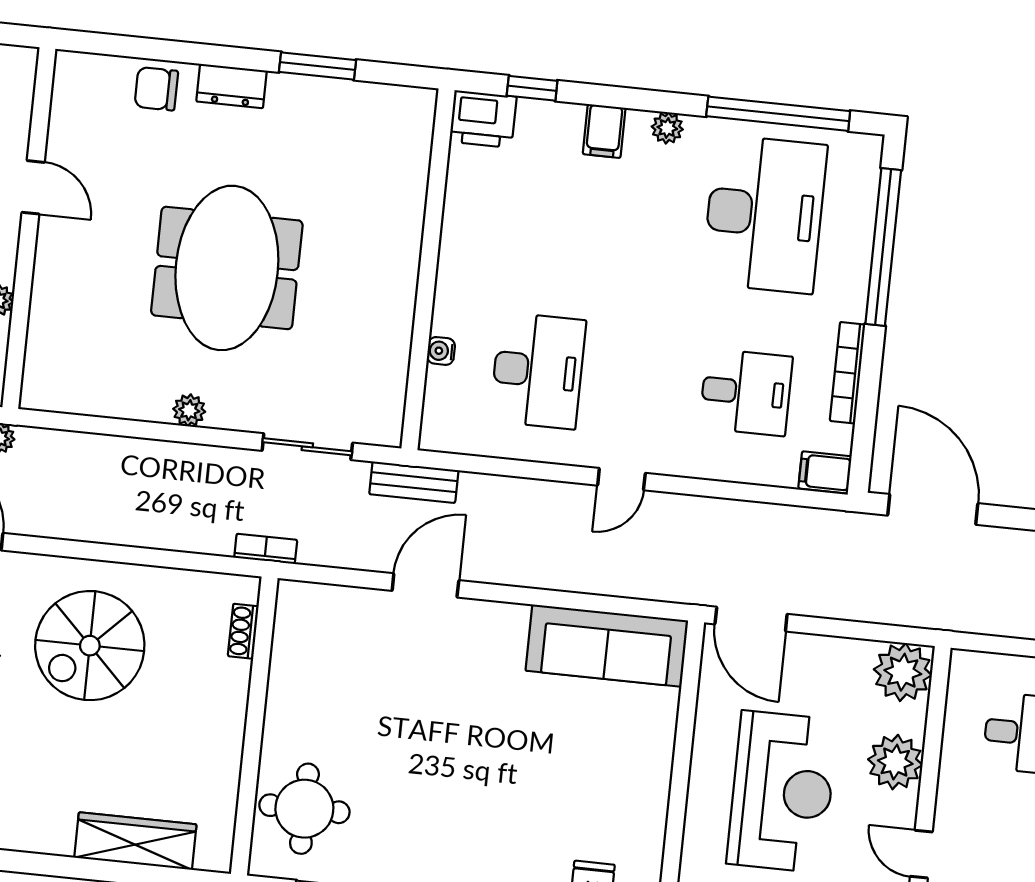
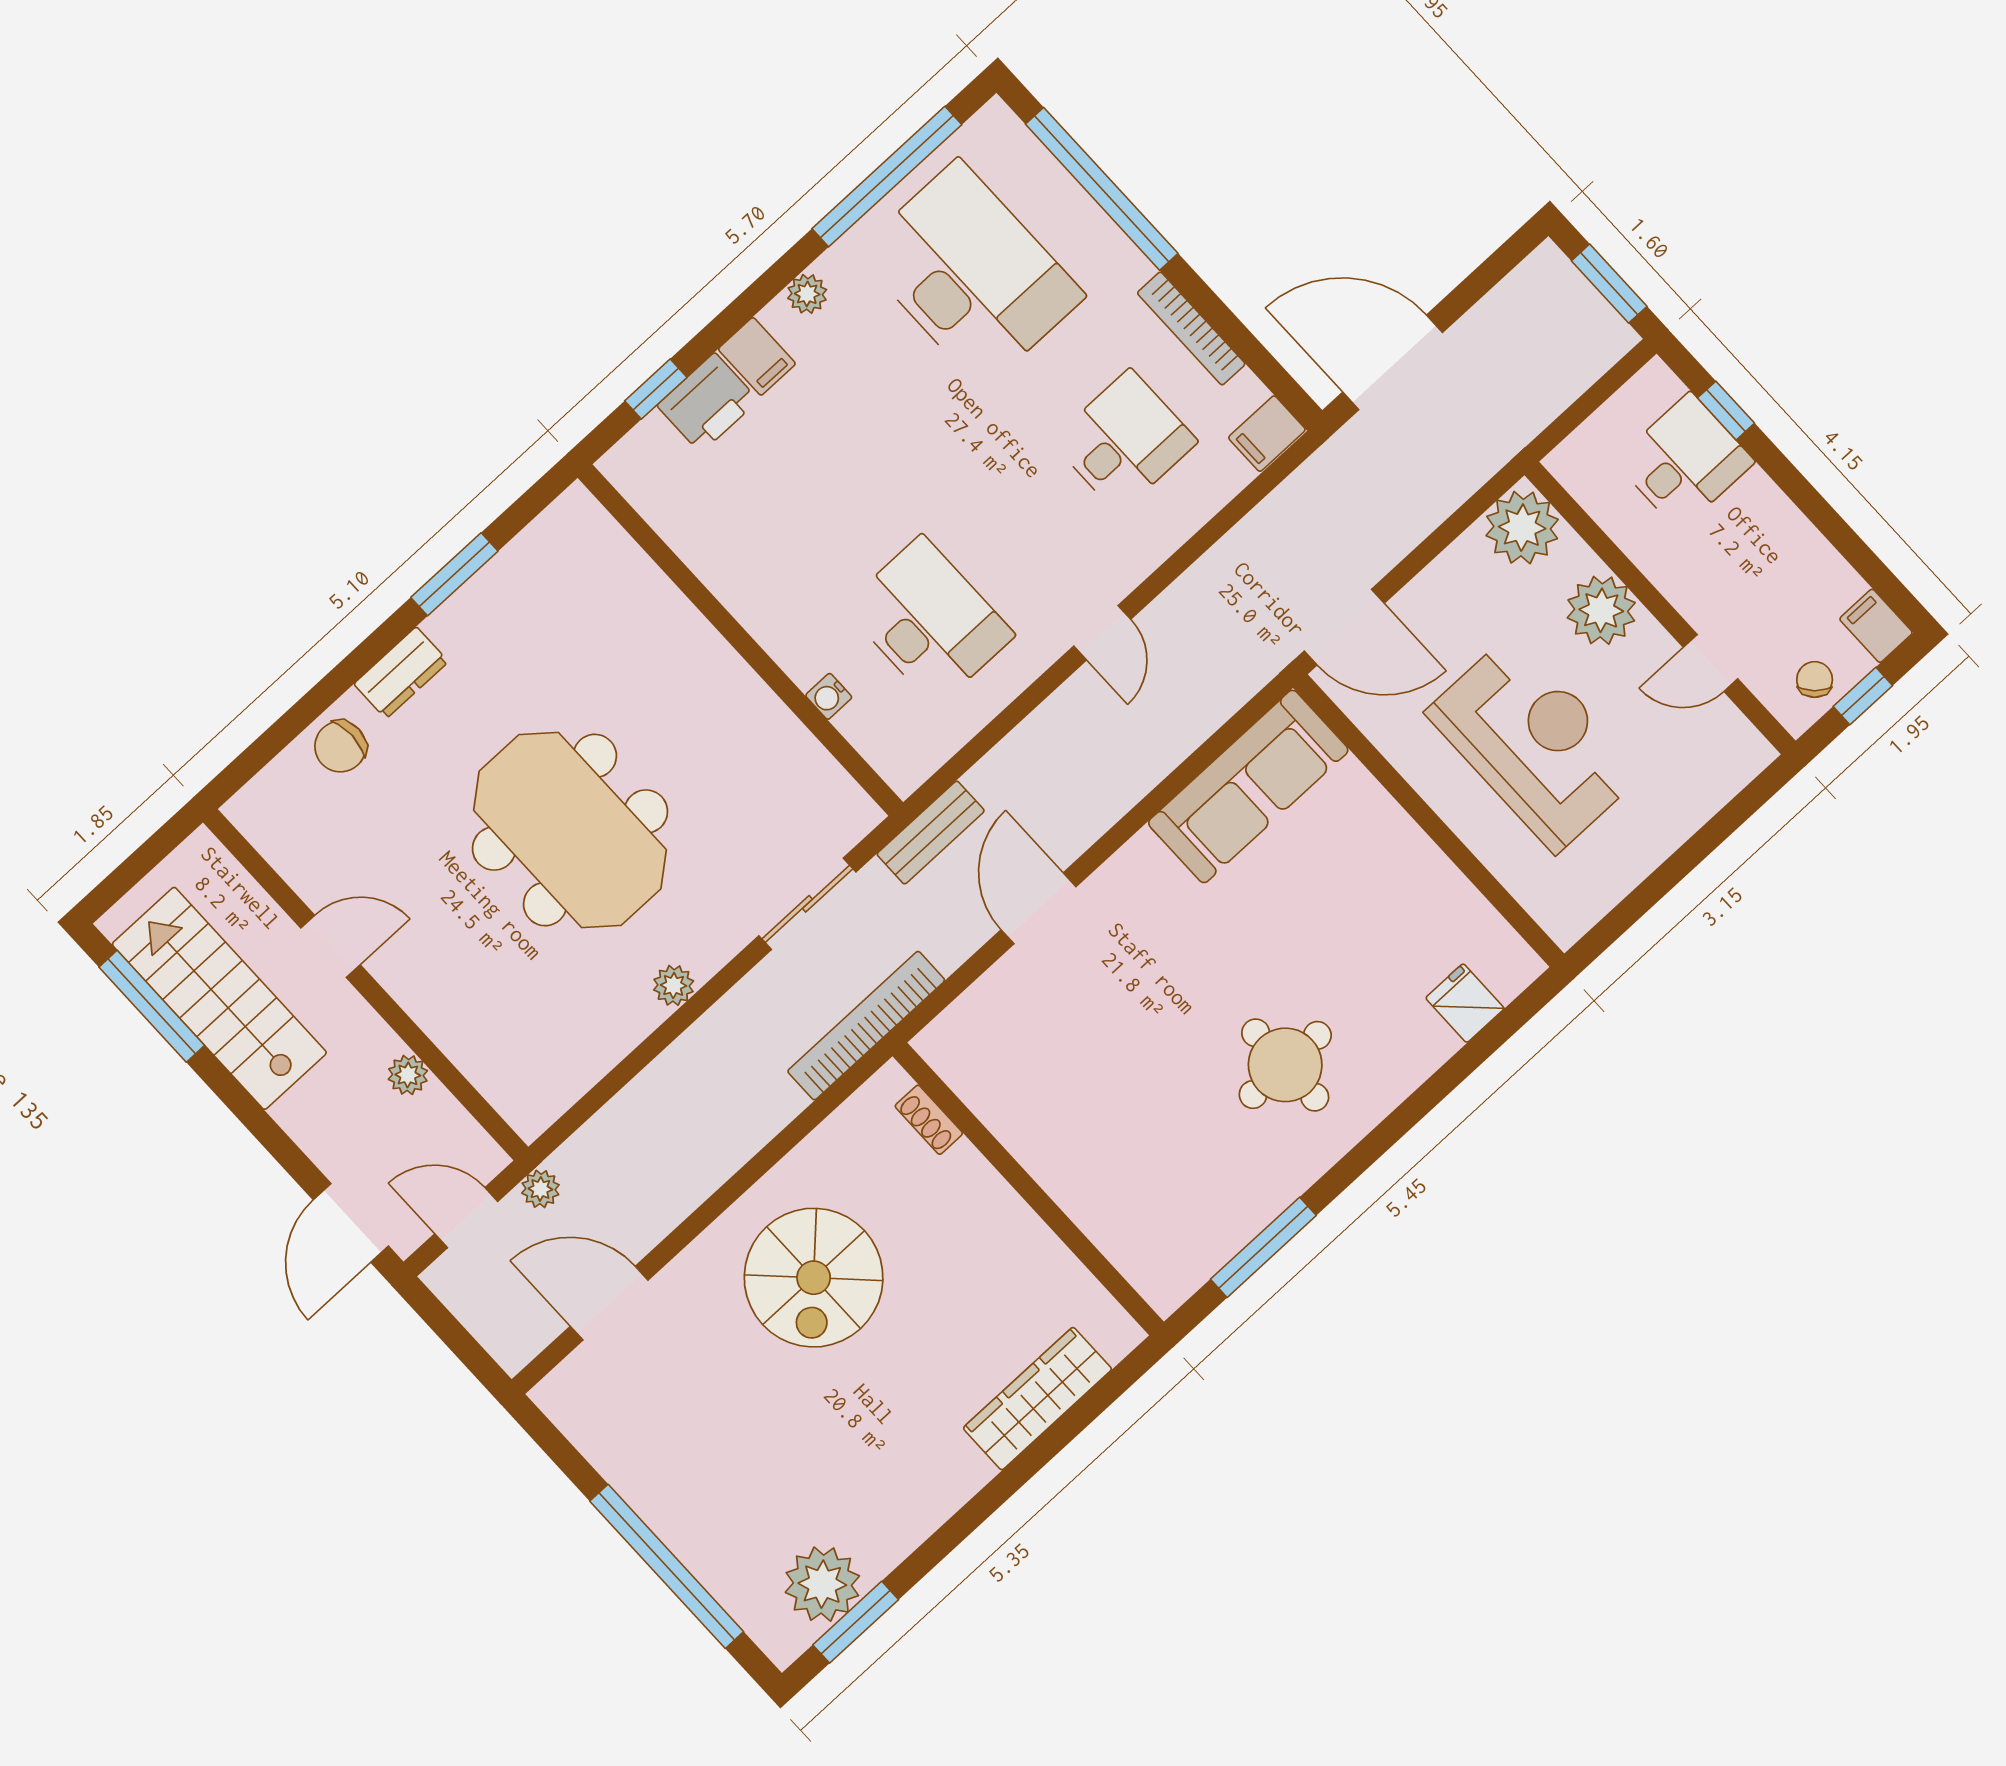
printer: (483, 119) -> (708, 403), moved
bookcase: (266, 549) -> (866, 1026), width x2.31, depth x1.31
round table: (304, 809) -> (1285, 1065), moved

